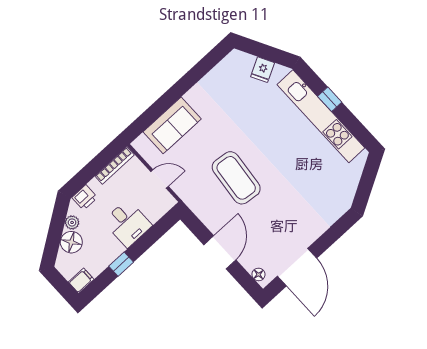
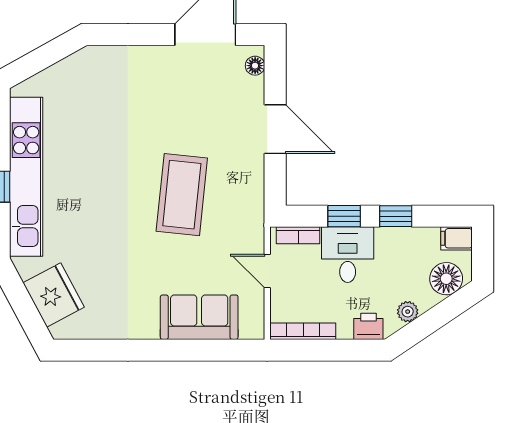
fridge: (263, 70) -> (54, 295), width x1.88, depth x1.34
bookcase: (161, 210) -> (298, 235), added
window: (147, 241) -> (344, 216), added
floor lamp: (71, 242) -> (446, 279), moved
door: (220, 252) -> (275, 129), swing flipped

